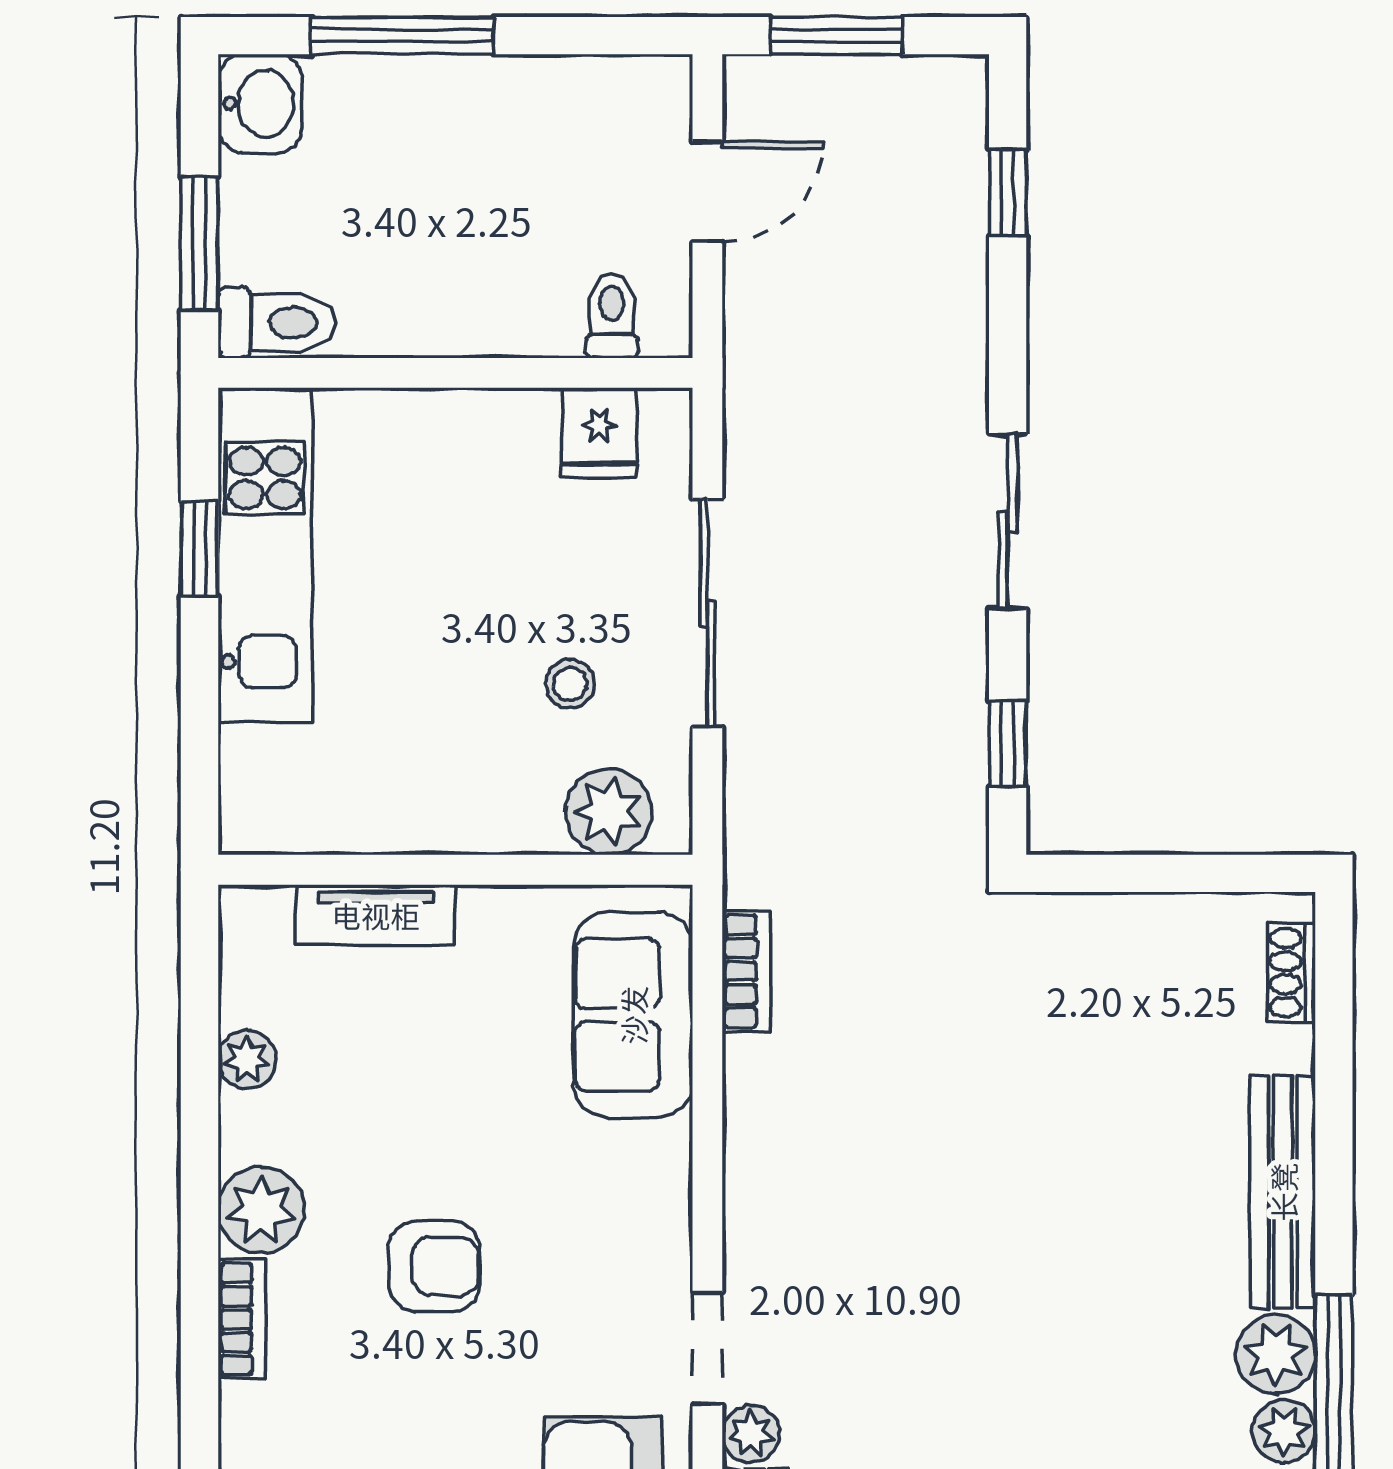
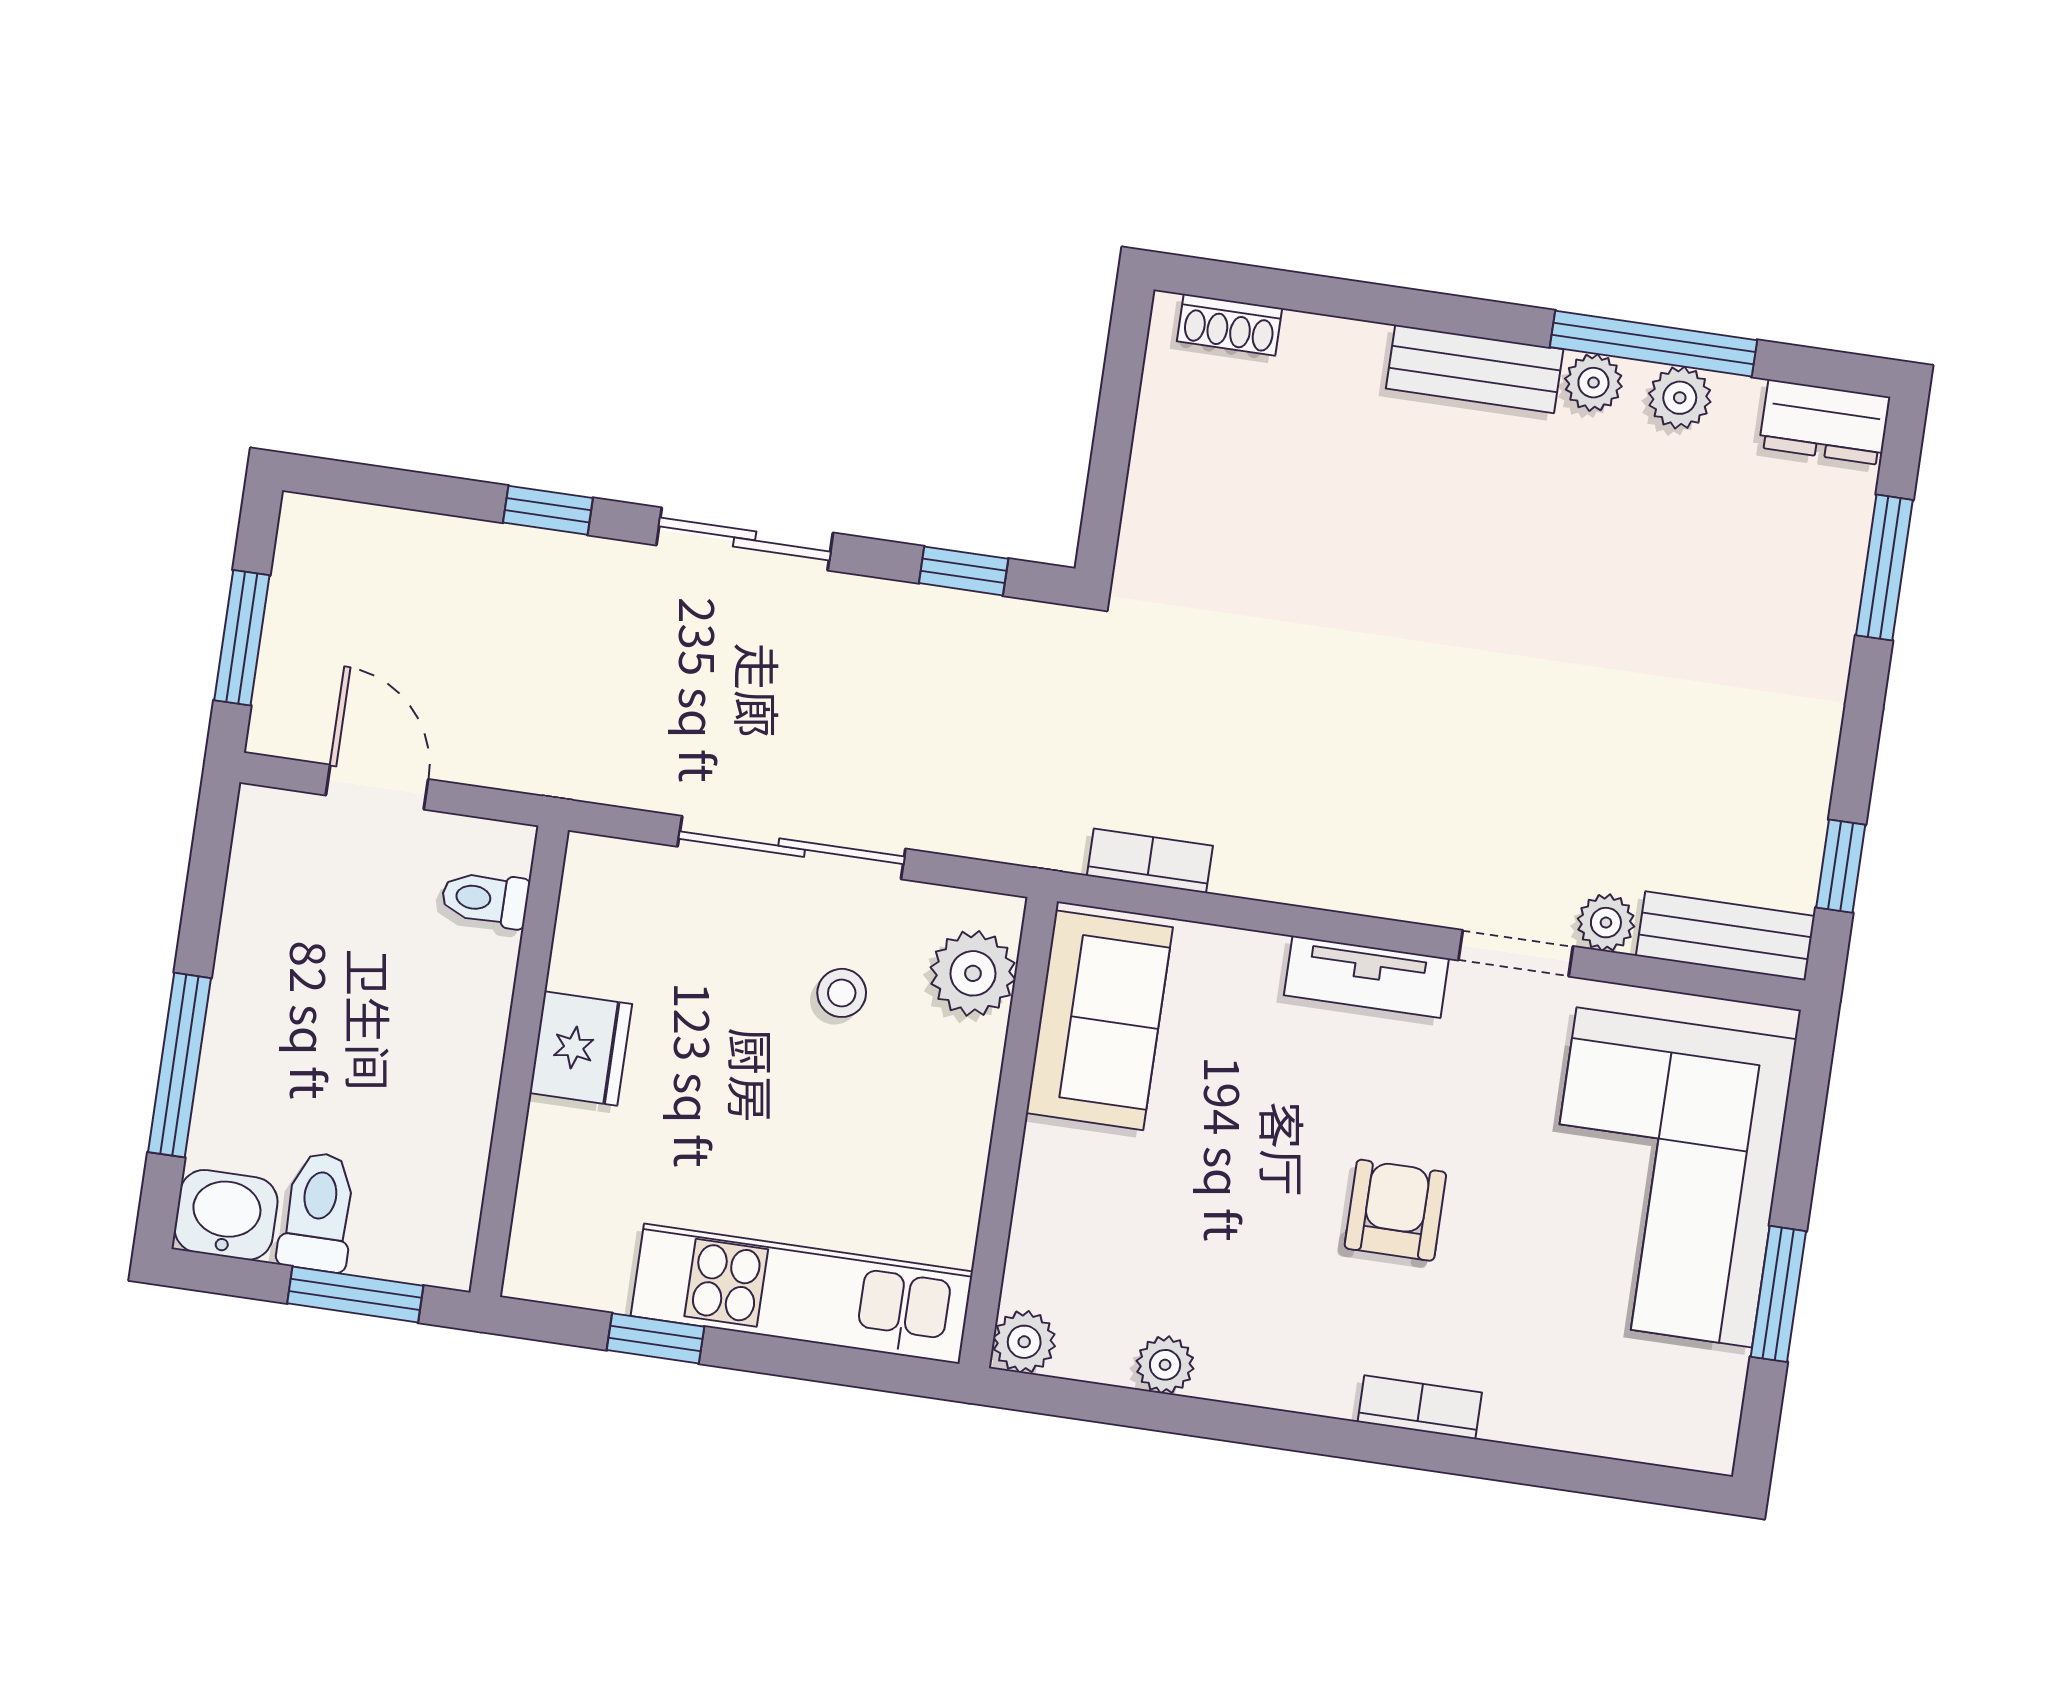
window: (1008, 193) -> (548, 510), moved
toilet: (277, 323) -> (318, 1212), moved
fridge: (599, 432) -> (581, 1049), moved, width x1.38
kitchen unit: (265, 555) -> (802, 1294), moved
tv unit: (376, 915) -> (1366, 977), moved, turned 90
sofa: (633, 1015) -> (1099, 1020), moved, turned -90
bench: (1283, 1192) -> (1475, 369), width x0.73
plant: (261, 1210) -> (1024, 1342), moved, width x0.73, depth x0.73
plant: (1276, 1354) -> (1593, 383), width x0.73, depth x0.73

